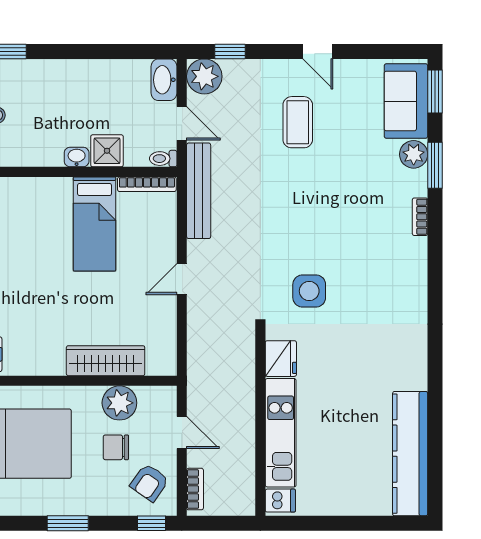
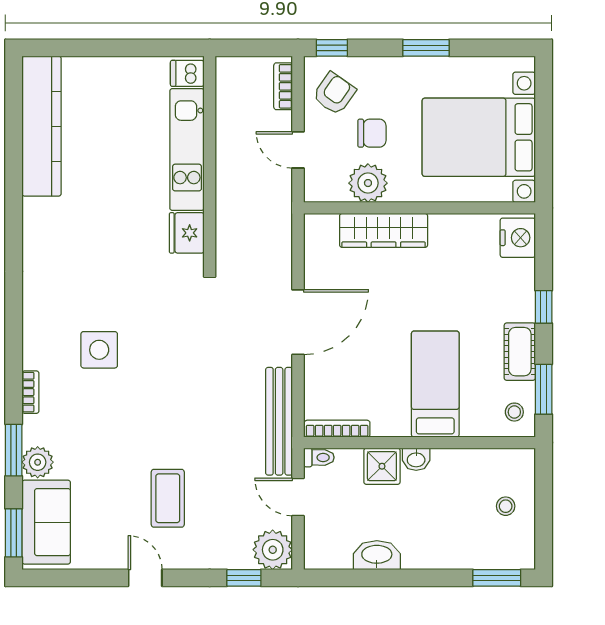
washbasin: (164, 80) -> (377, 555), moved, turned -90
bed: (95, 224) -> (435, 384), moved
door: (182, 279) -> (298, 322), width x1.87
side table: (309, 291) -> (99, 350), moved

